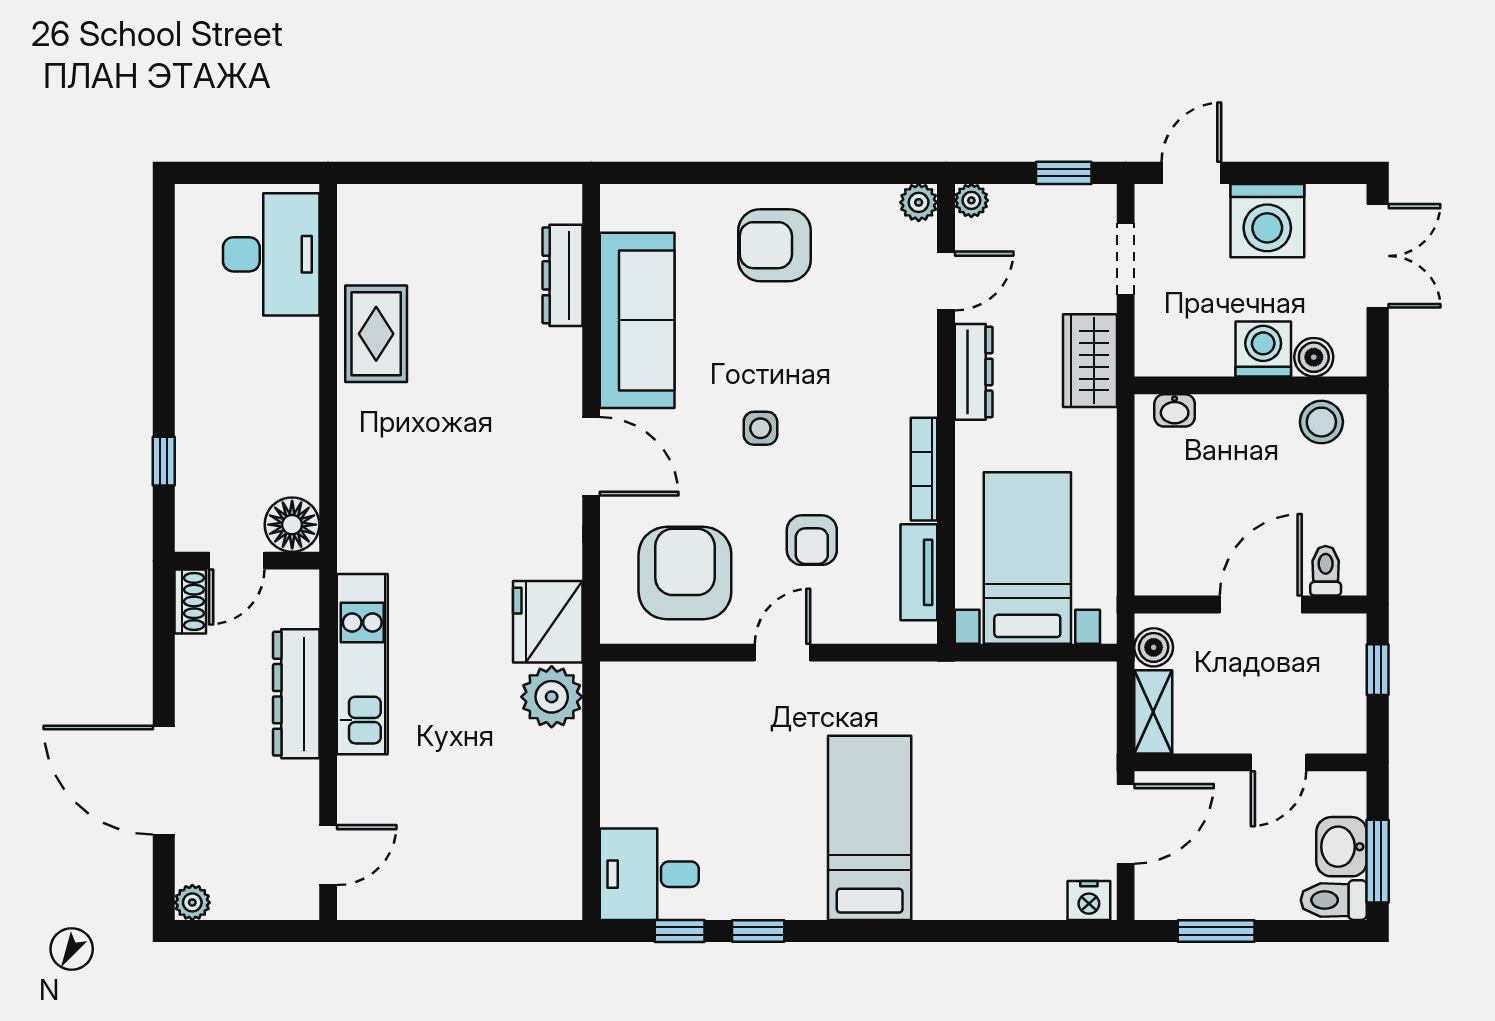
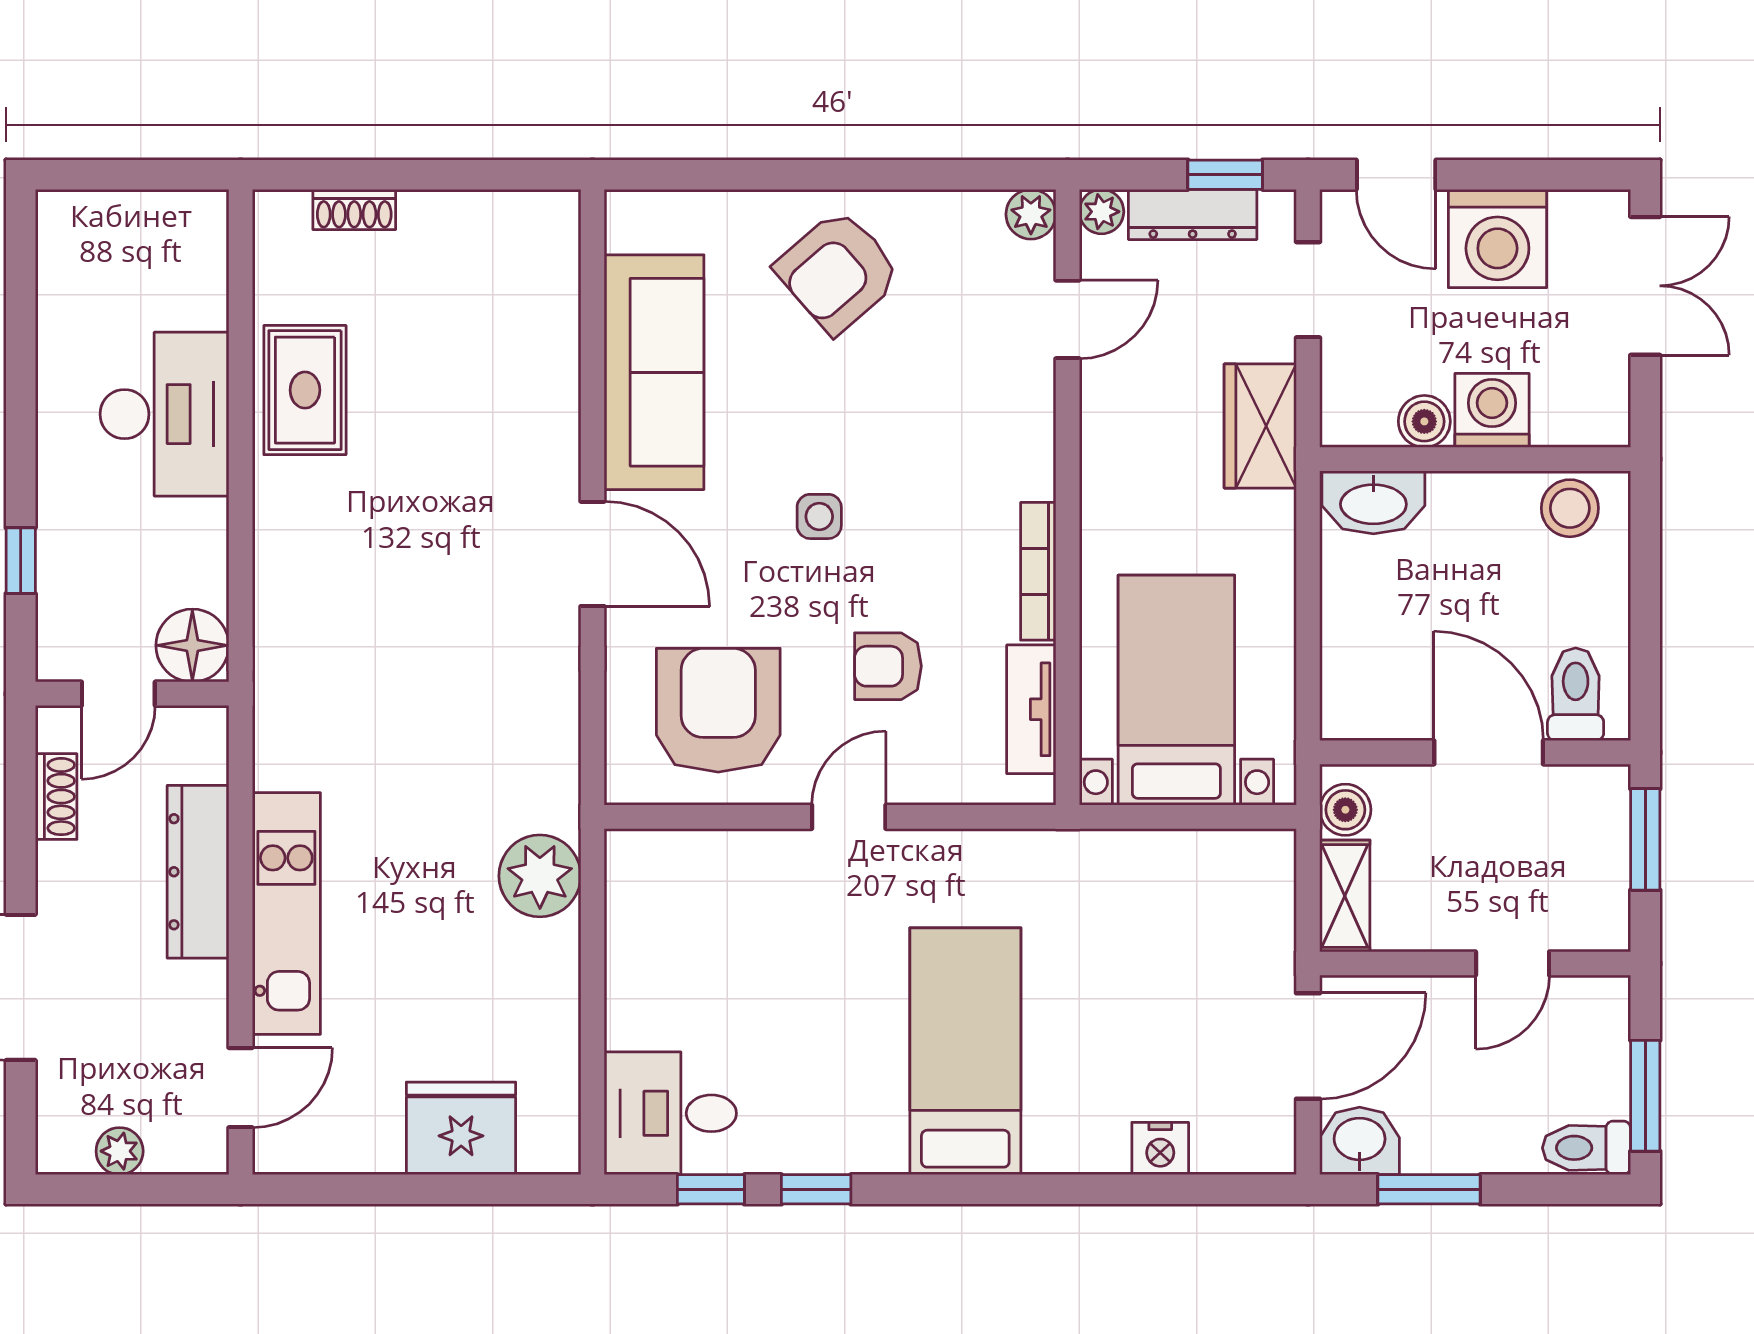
door: (1191, 173) -> (1396, 175), swing flipped
shoe rack: (413, 199) -> (354, 209), added
armchair: (775, 245) -> (838, 272), turned -41
desk: (271, 254) -> (164, 414), moved
dresser: (562, 275) -> (554, 312), removed
boiler: (1314, 357) -> (1424, 421), moved
dresser: (974, 372) -> (1193, 214), moved, turned 90
washbasin: (1175, 410) -> (1373, 502), width x1.91, depth x1.45
armchair: (812, 540) -> (888, 666), turned 90
toilet: (1326, 571) -> (1576, 694), width x1.37, depth x1.39
shoe rack: (190, 601) -> (56, 797), moved
door: (1261, 605) -> (1489, 752), hinge flipped
fridge: (548, 622) -> (461, 1128), moved, turned 90
kitchen unit: (362, 664) -> (286, 913), moved
window: (1378, 670) -> (1645, 839), width x1.50
washbasin: (1342, 847) -> (1360, 1141), moved, turned 90
nightstand: (1089, 900) -> (1160, 1148), moved
plant: (192, 902) -> (120, 1151), moved

